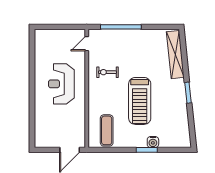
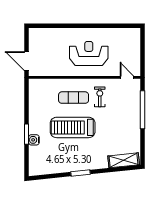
shelving: (175, 55) -> (124, 160), width x0.68
exercise mat: (107, 130) -> (74, 98), moved

